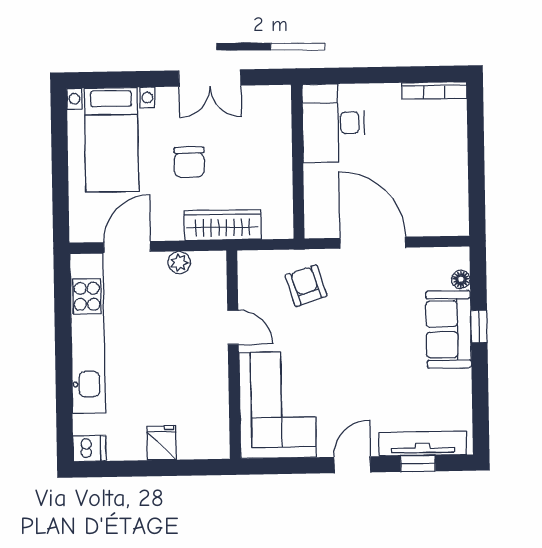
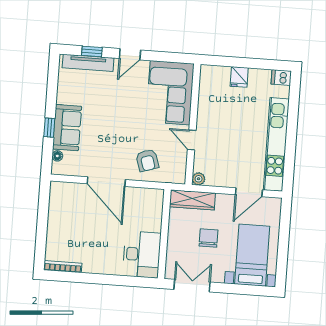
desk: (333, 123) -> (142, 254), moved
wall: (298, 162) -> (164, 234), moved
plant: (179, 263) -> (199, 179), moved

